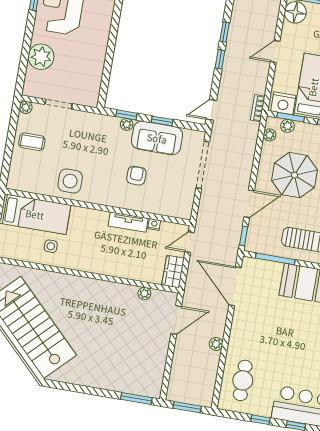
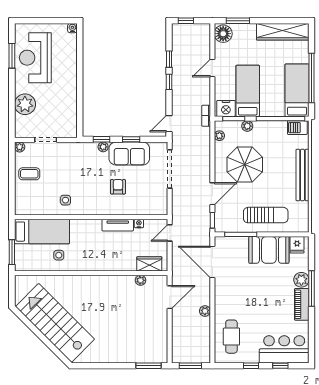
plant: (287, 126) -> (247, 126), moved
side table: (70, 181) -> (65, 200), width x0.54, depth x0.54
wardrobe: (173, 272) -> (149, 264), moved, turned 90

